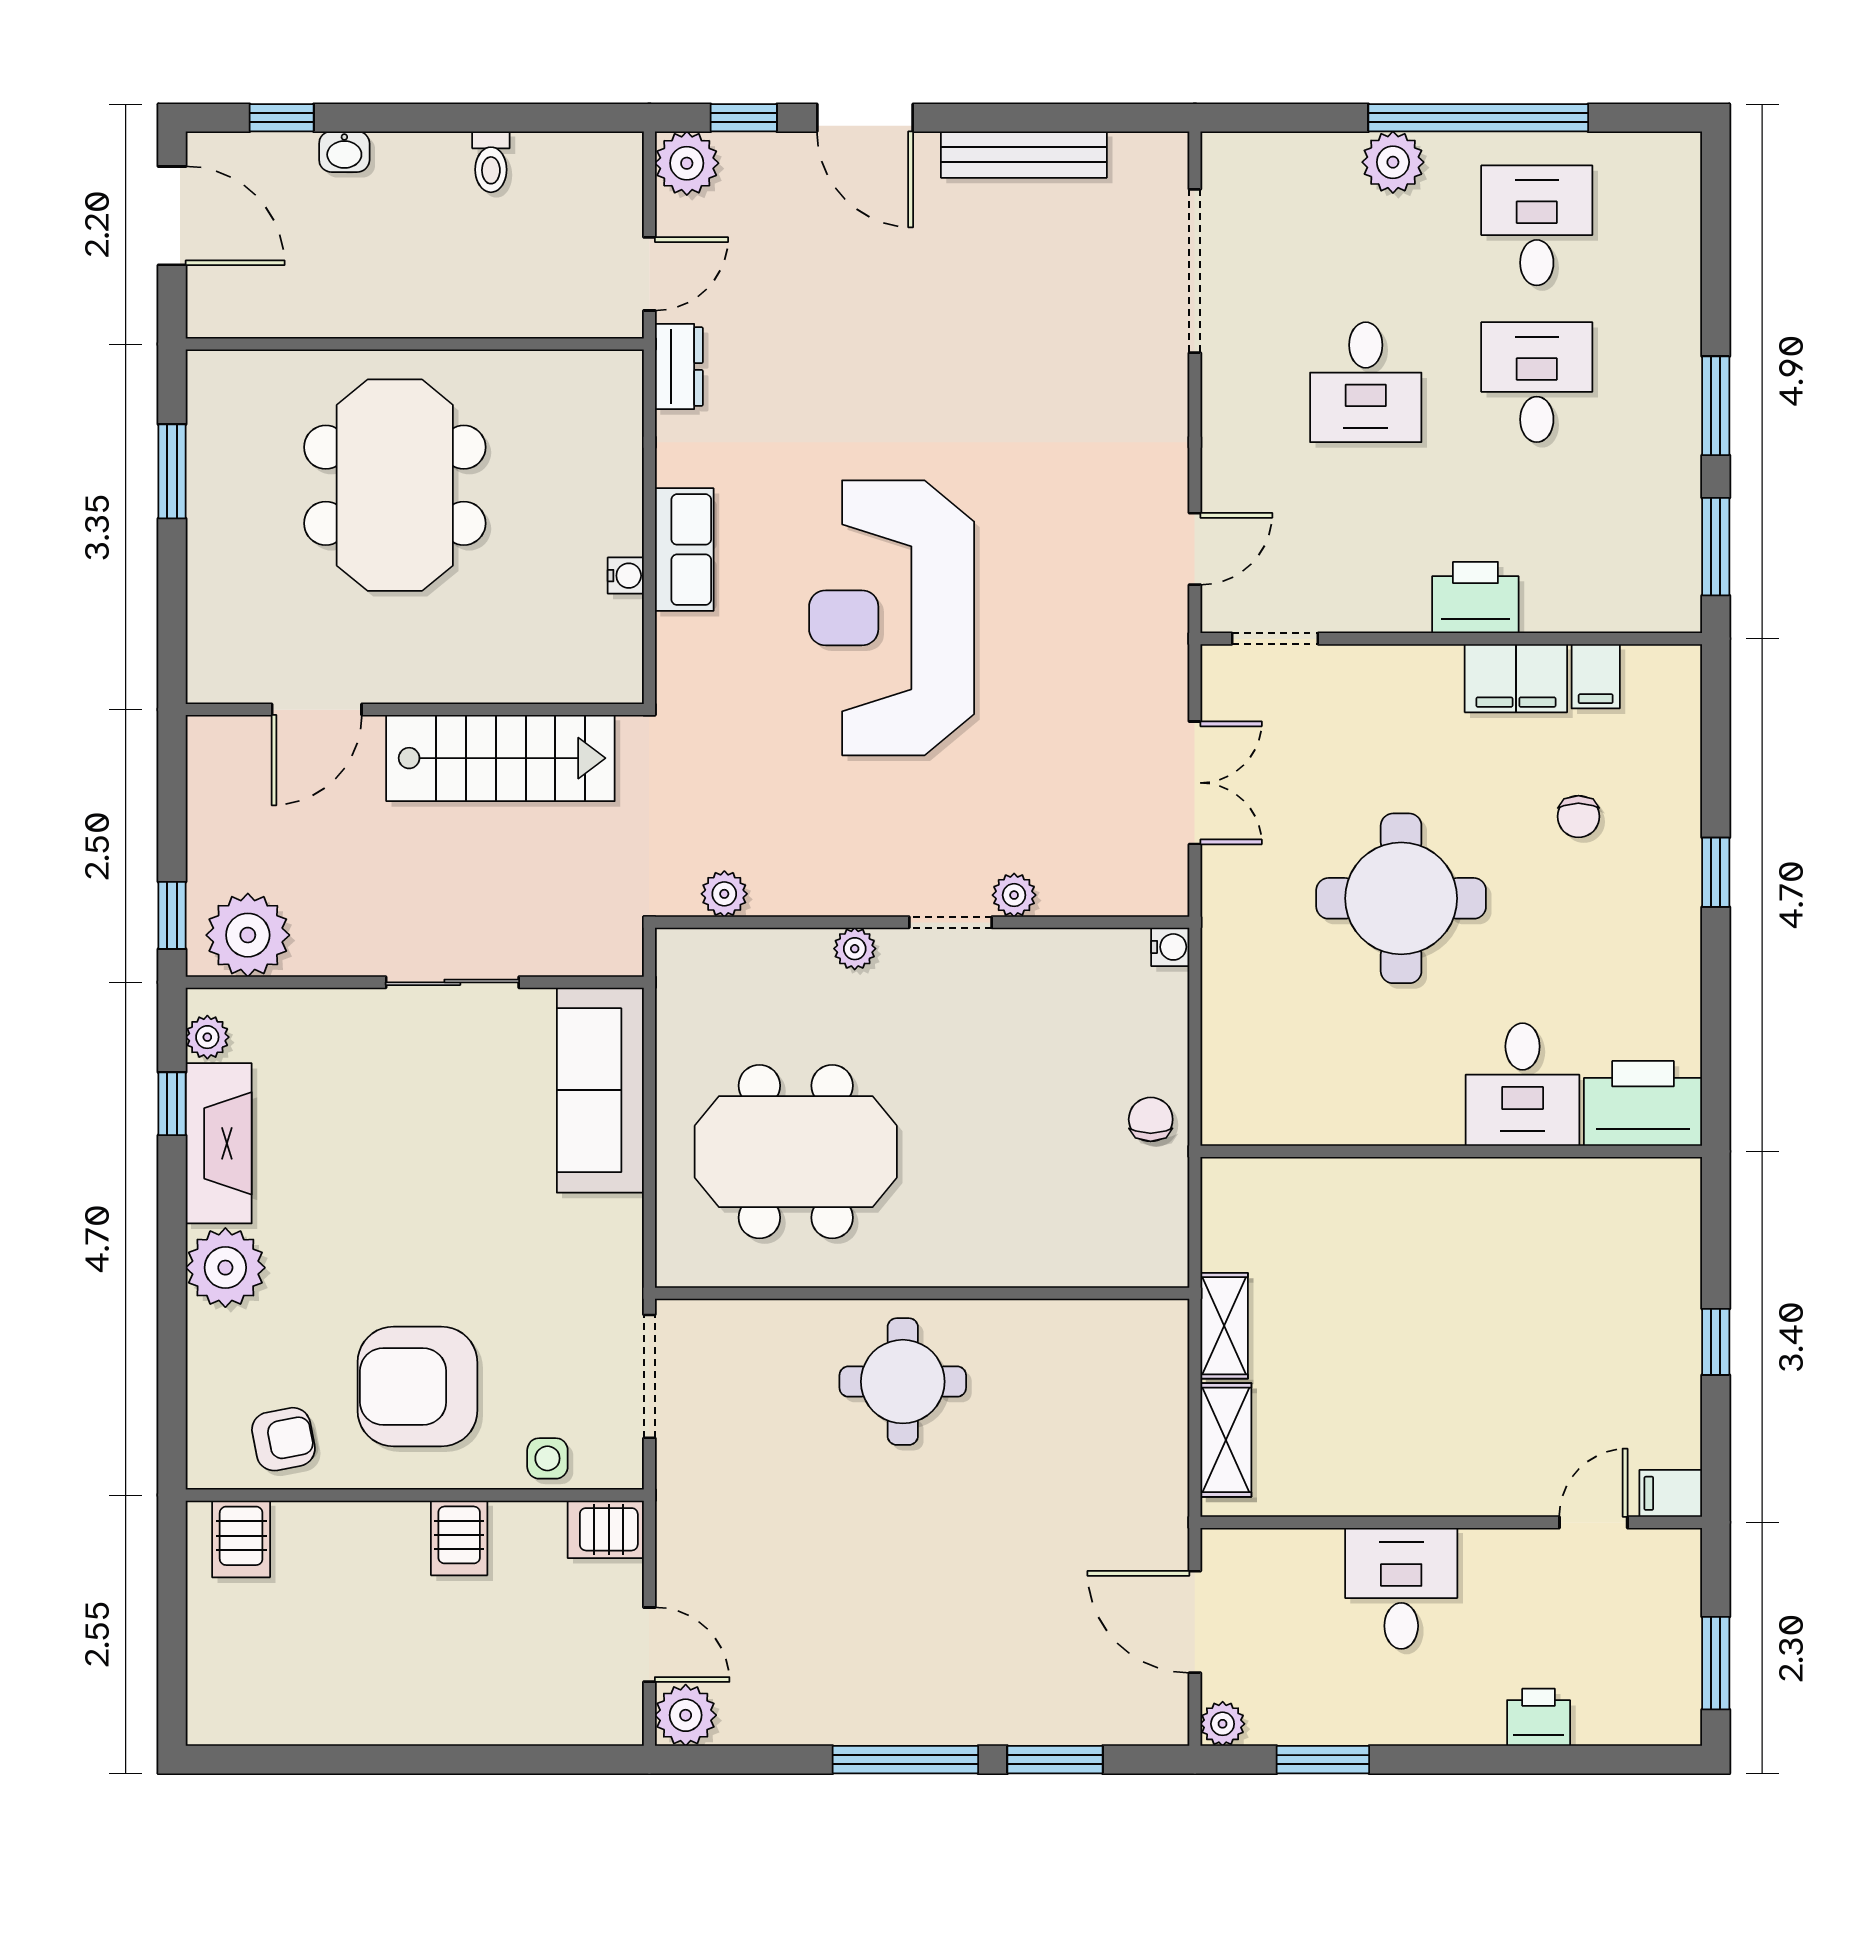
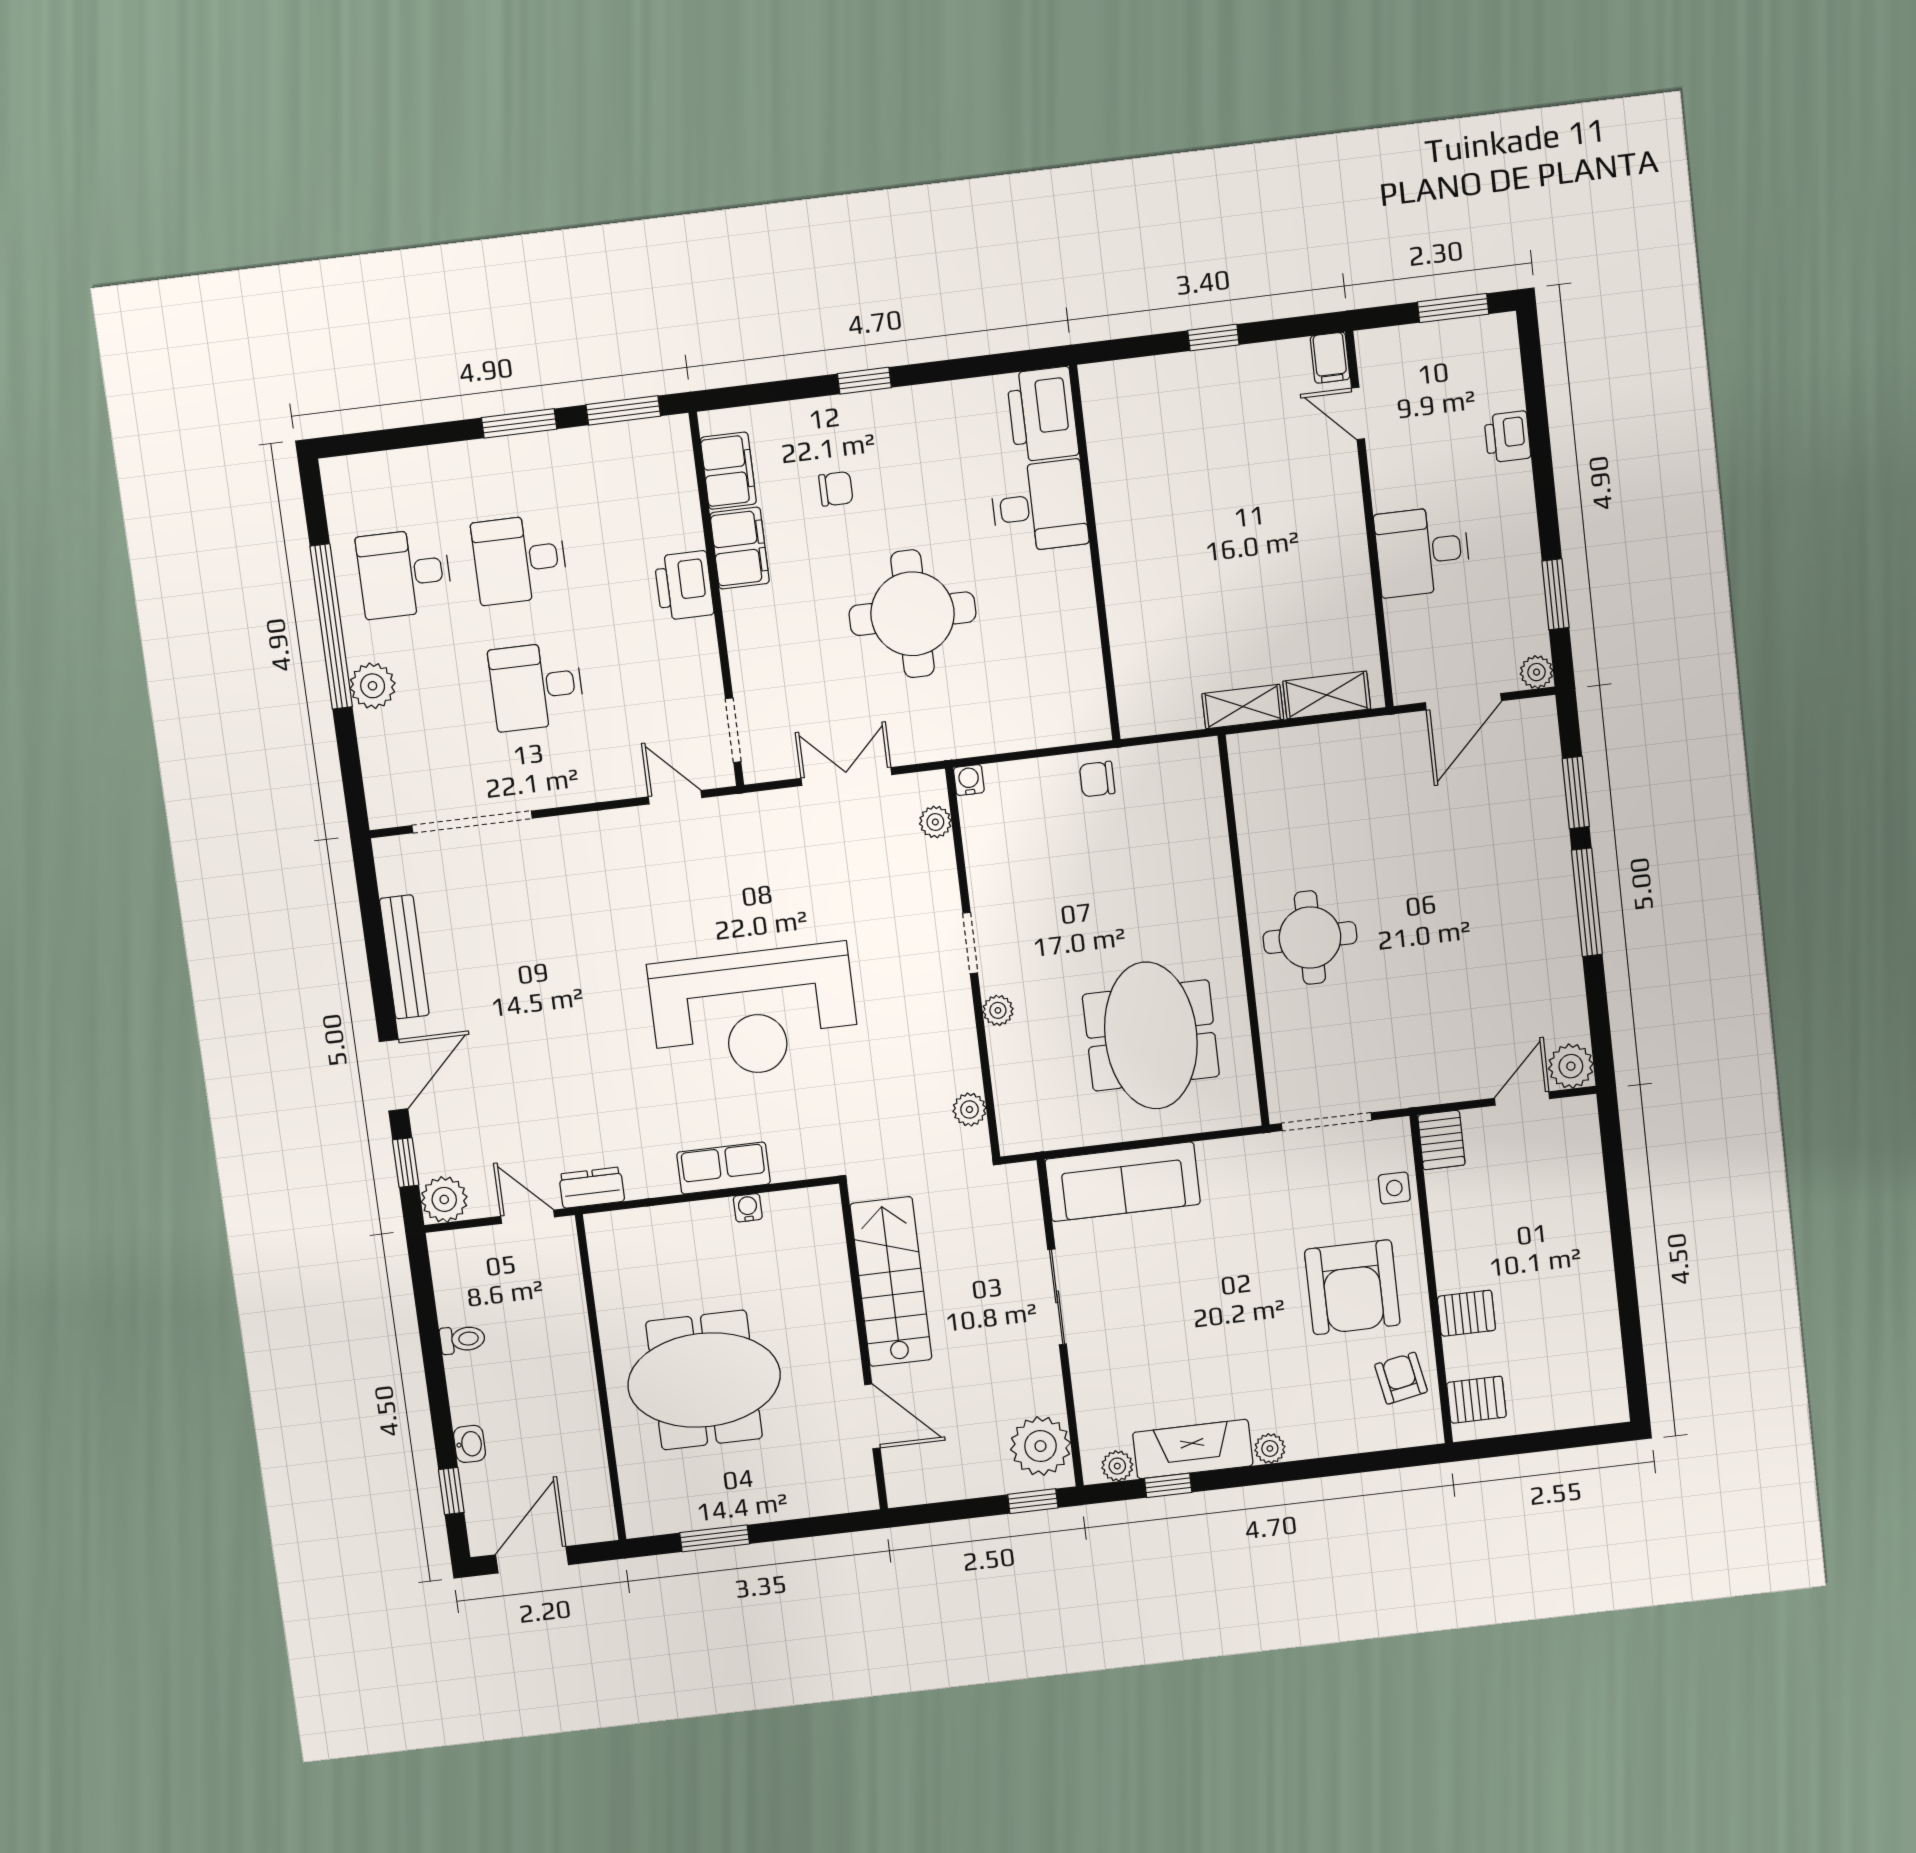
desk: (1366, 382) -> (536, 686), turned 180
filing cabinet: (1596, 676) -> (728, 471), width x2.00
plant: (1014, 895) -> (935, 822), moved
plant: (225, 1268) -> (1270, 1448), width x0.53, depth x0.53
server rack: (459, 1538) -> (1466, 1313), moved

